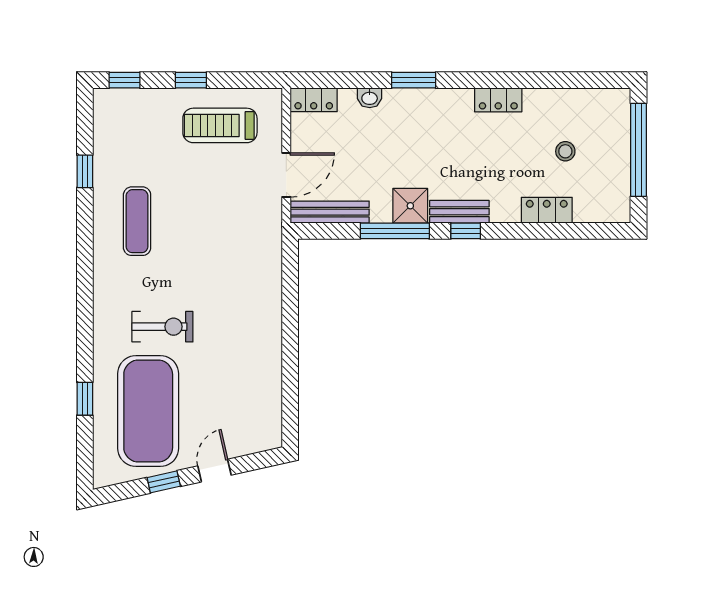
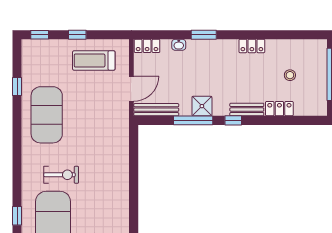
bench: (459, 212) -> (247, 110), moved
exercise mat: (137, 221) -> (47, 115), width x2.00, depth x1.45

